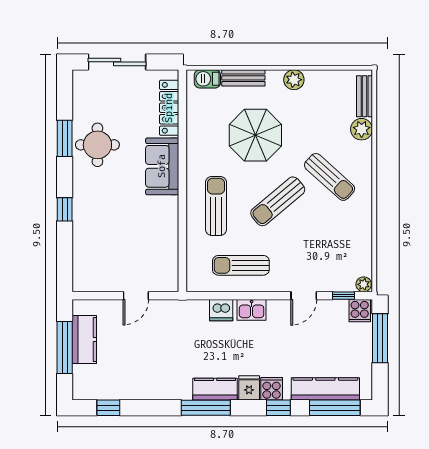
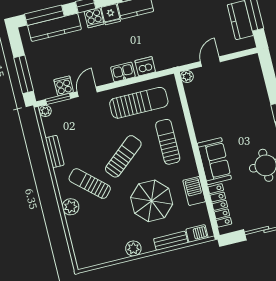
bench: (365, 96) -> (55, 152), moved
plant: (362, 129) -> (71, 207), moved
barbecue: (198, 134) -> (194, 191), added
sun lounger: (216, 206) -> (168, 142), turned 180
sun lounger: (241, 265) -> (139, 103), width x1.36, depth x1.34
plant: (171, 284) -> (187, 77), added
window: (344, 296) -> (58, 99), width x1.50
cooker: (360, 311) -> (64, 86), moved

